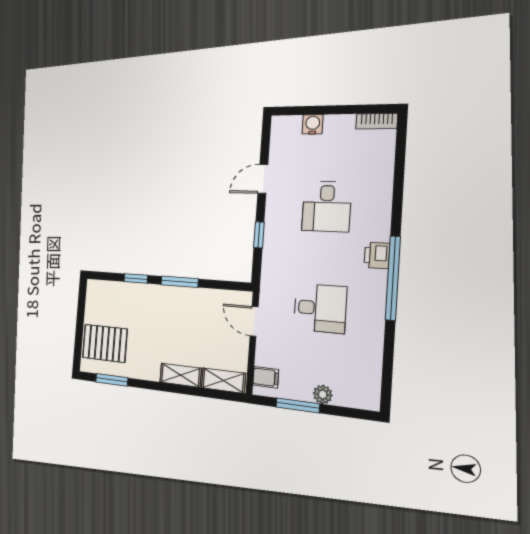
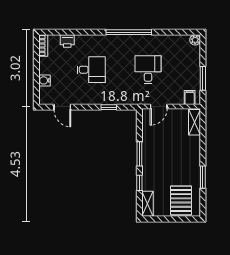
door: (263, 179) -> (62, 107), moved
printer: (377, 255) -> (67, 41), moved
shelving: (181, 375) -> (148, 204), moved
window: (112, 380) -> (203, 177), moved
plant: (323, 394) -> (195, 40), moved

